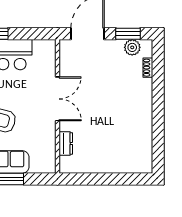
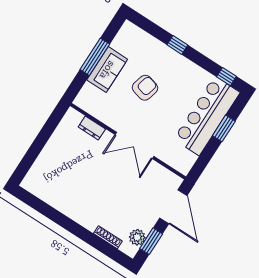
shoe rack: (148, 68) -> (108, 237), width x1.43

